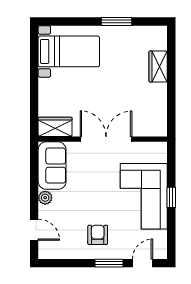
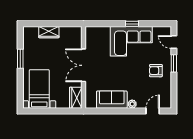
wardrobe: (55, 127) -> (76, 98), moved
wall: (103, 139) -> (84, 67), moved
double door: (106, 139) -> (84, 65), moved

